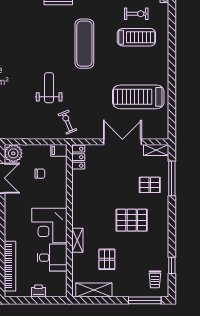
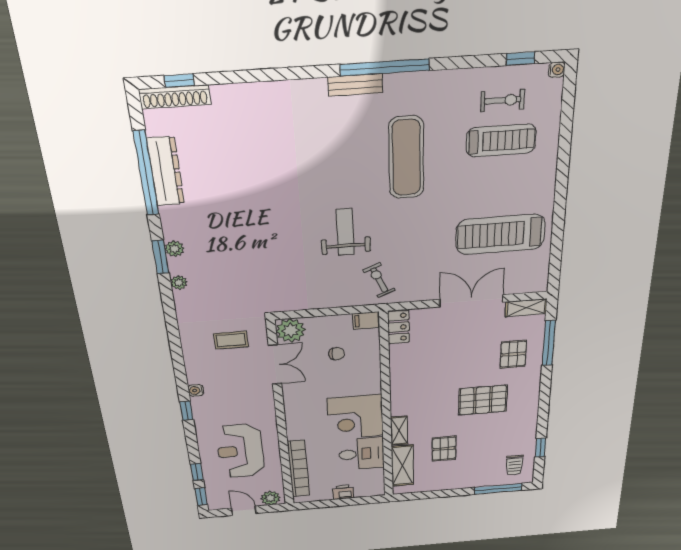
pallet: (150, 185) -> (513, 354), turned 90
shelving: (94, 290) -> (402, 466), moved, turned 90

